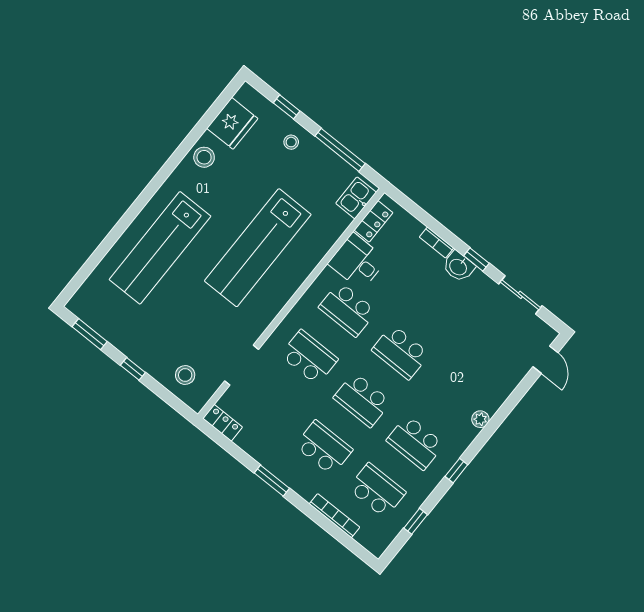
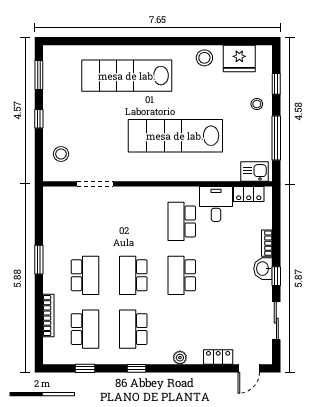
school desk: (309, 357) -> (133, 221), removed
locker: (223, 423) -> (218, 357), moved, turned -90

